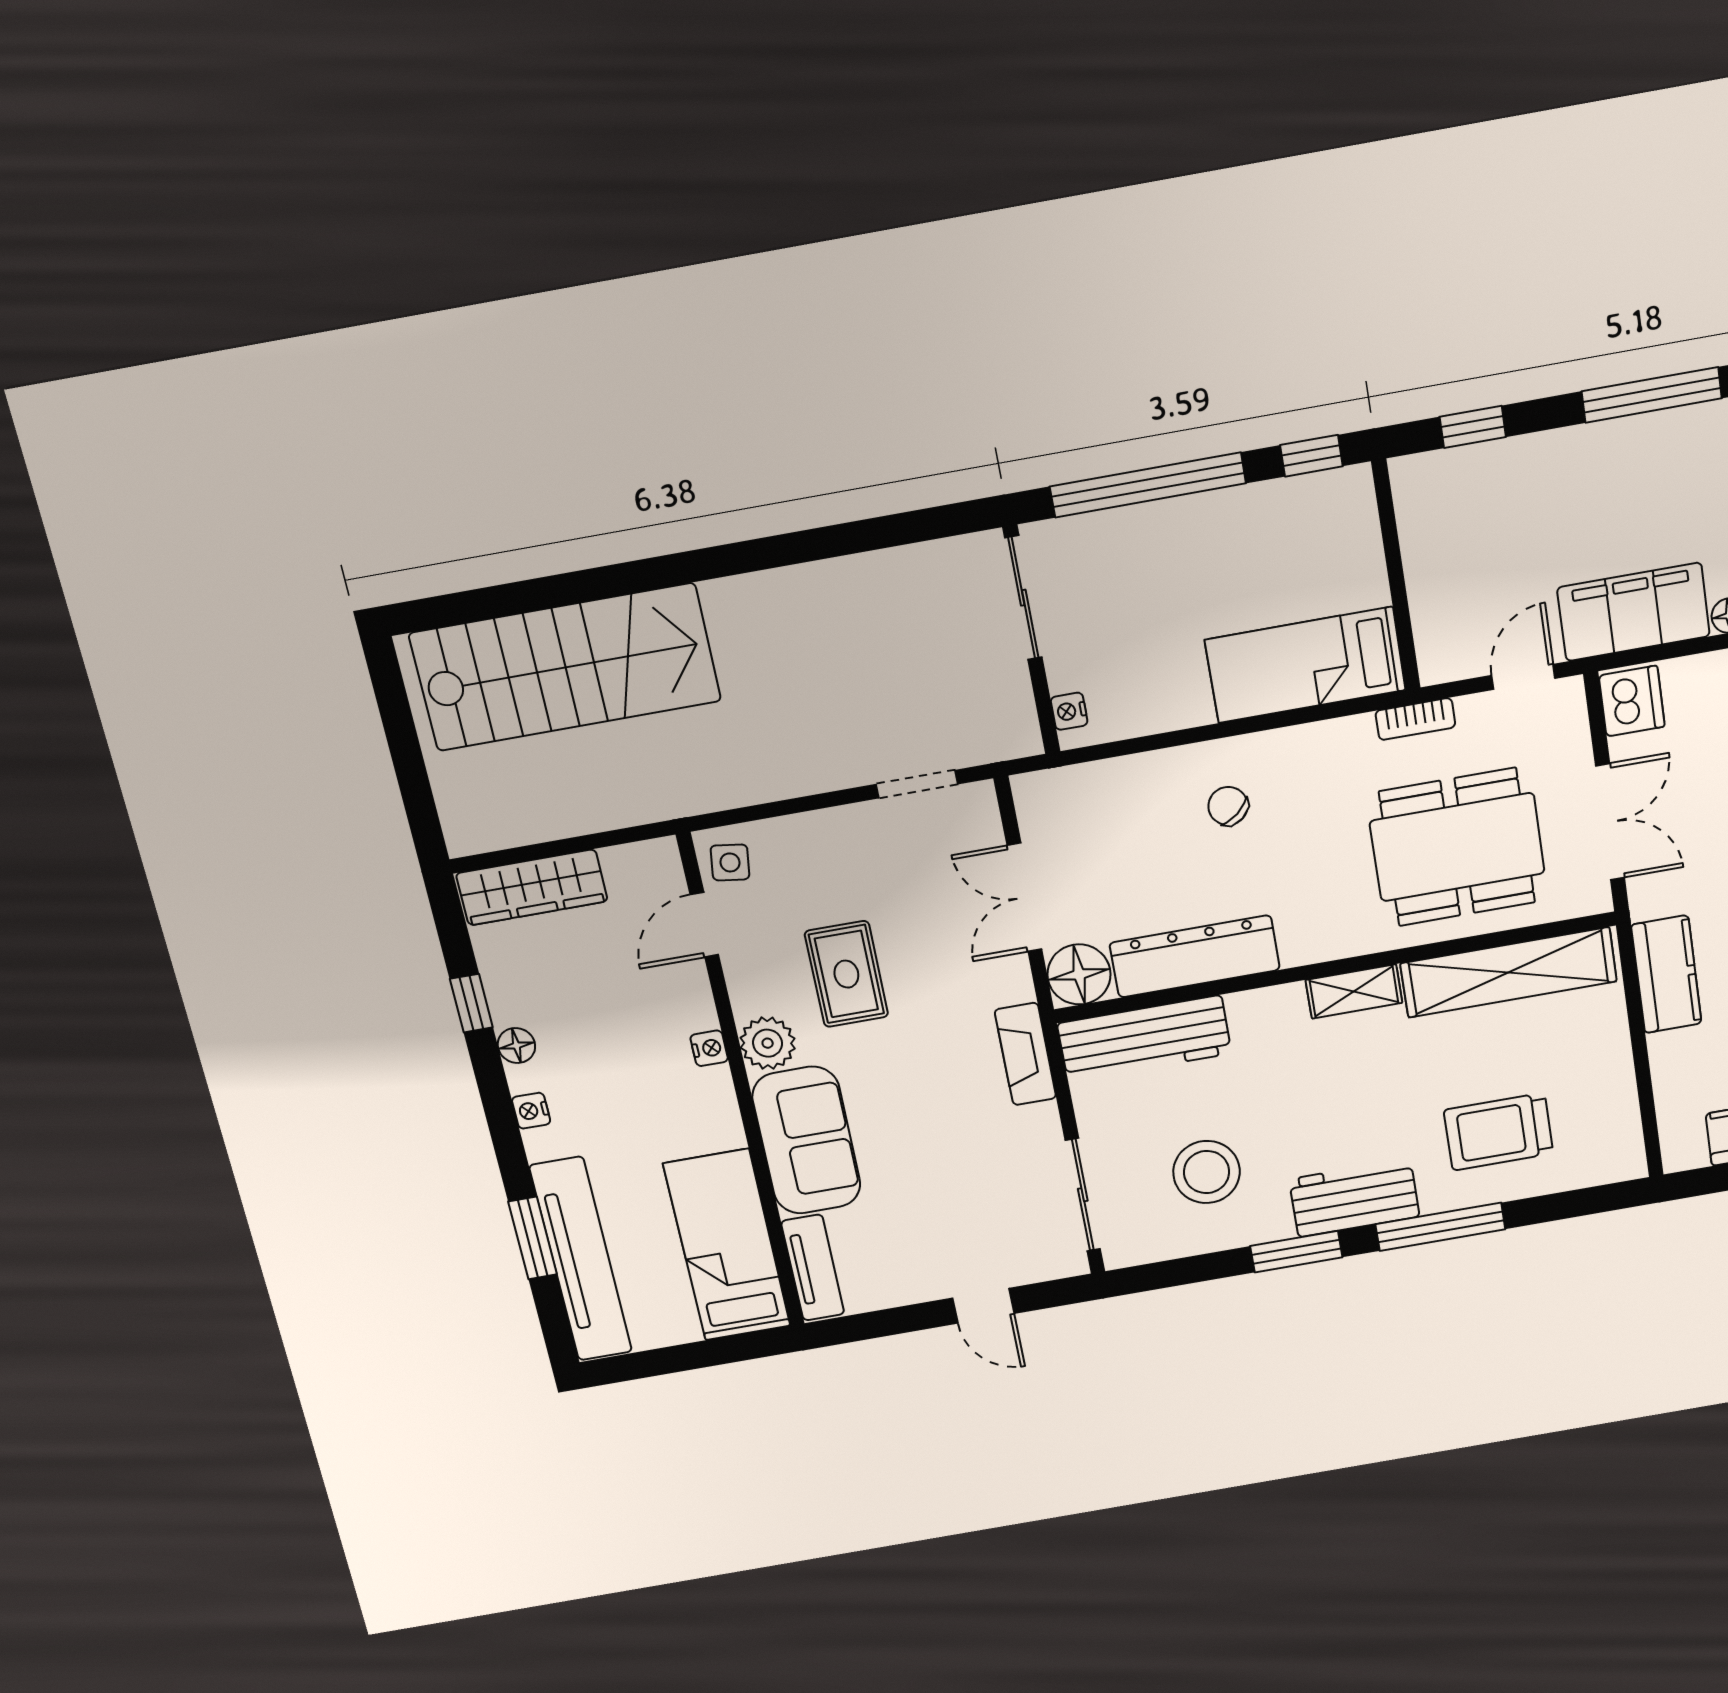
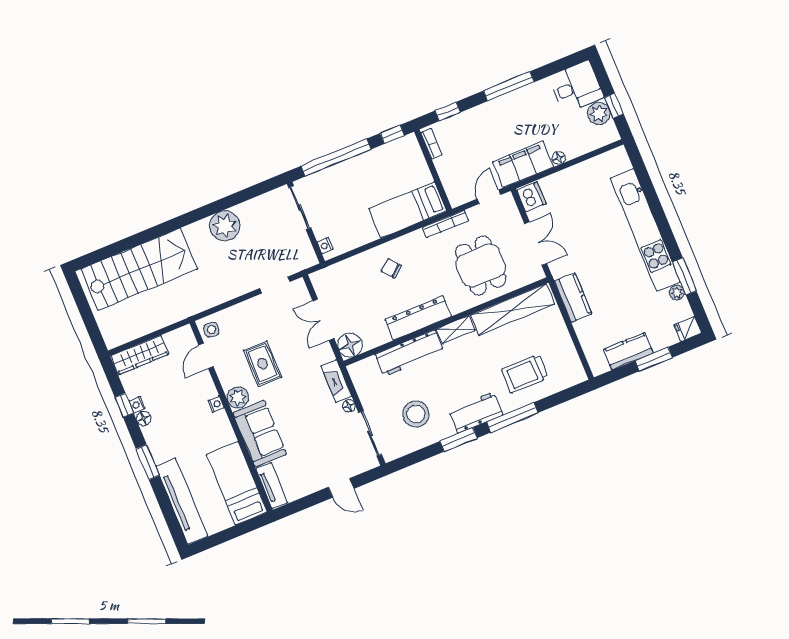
bookcase: (1409, 504) -> (431, 144), added
plant: (814, 603) -> (225, 226), added
bookcase: (1415, 719) -> (446, 224), width x1.56
dining table: (1457, 847) -> (481, 266), width x0.73
dresser: (1195, 956) -> (418, 318), moved
workbench: (1144, 1038) -> (409, 353), moved
nightstand: (531, 1111) -> (137, 405), moved
floor lamp: (1044, 1119) -> (349, 406), added
window: (533, 1238) -> (148, 462), moved

